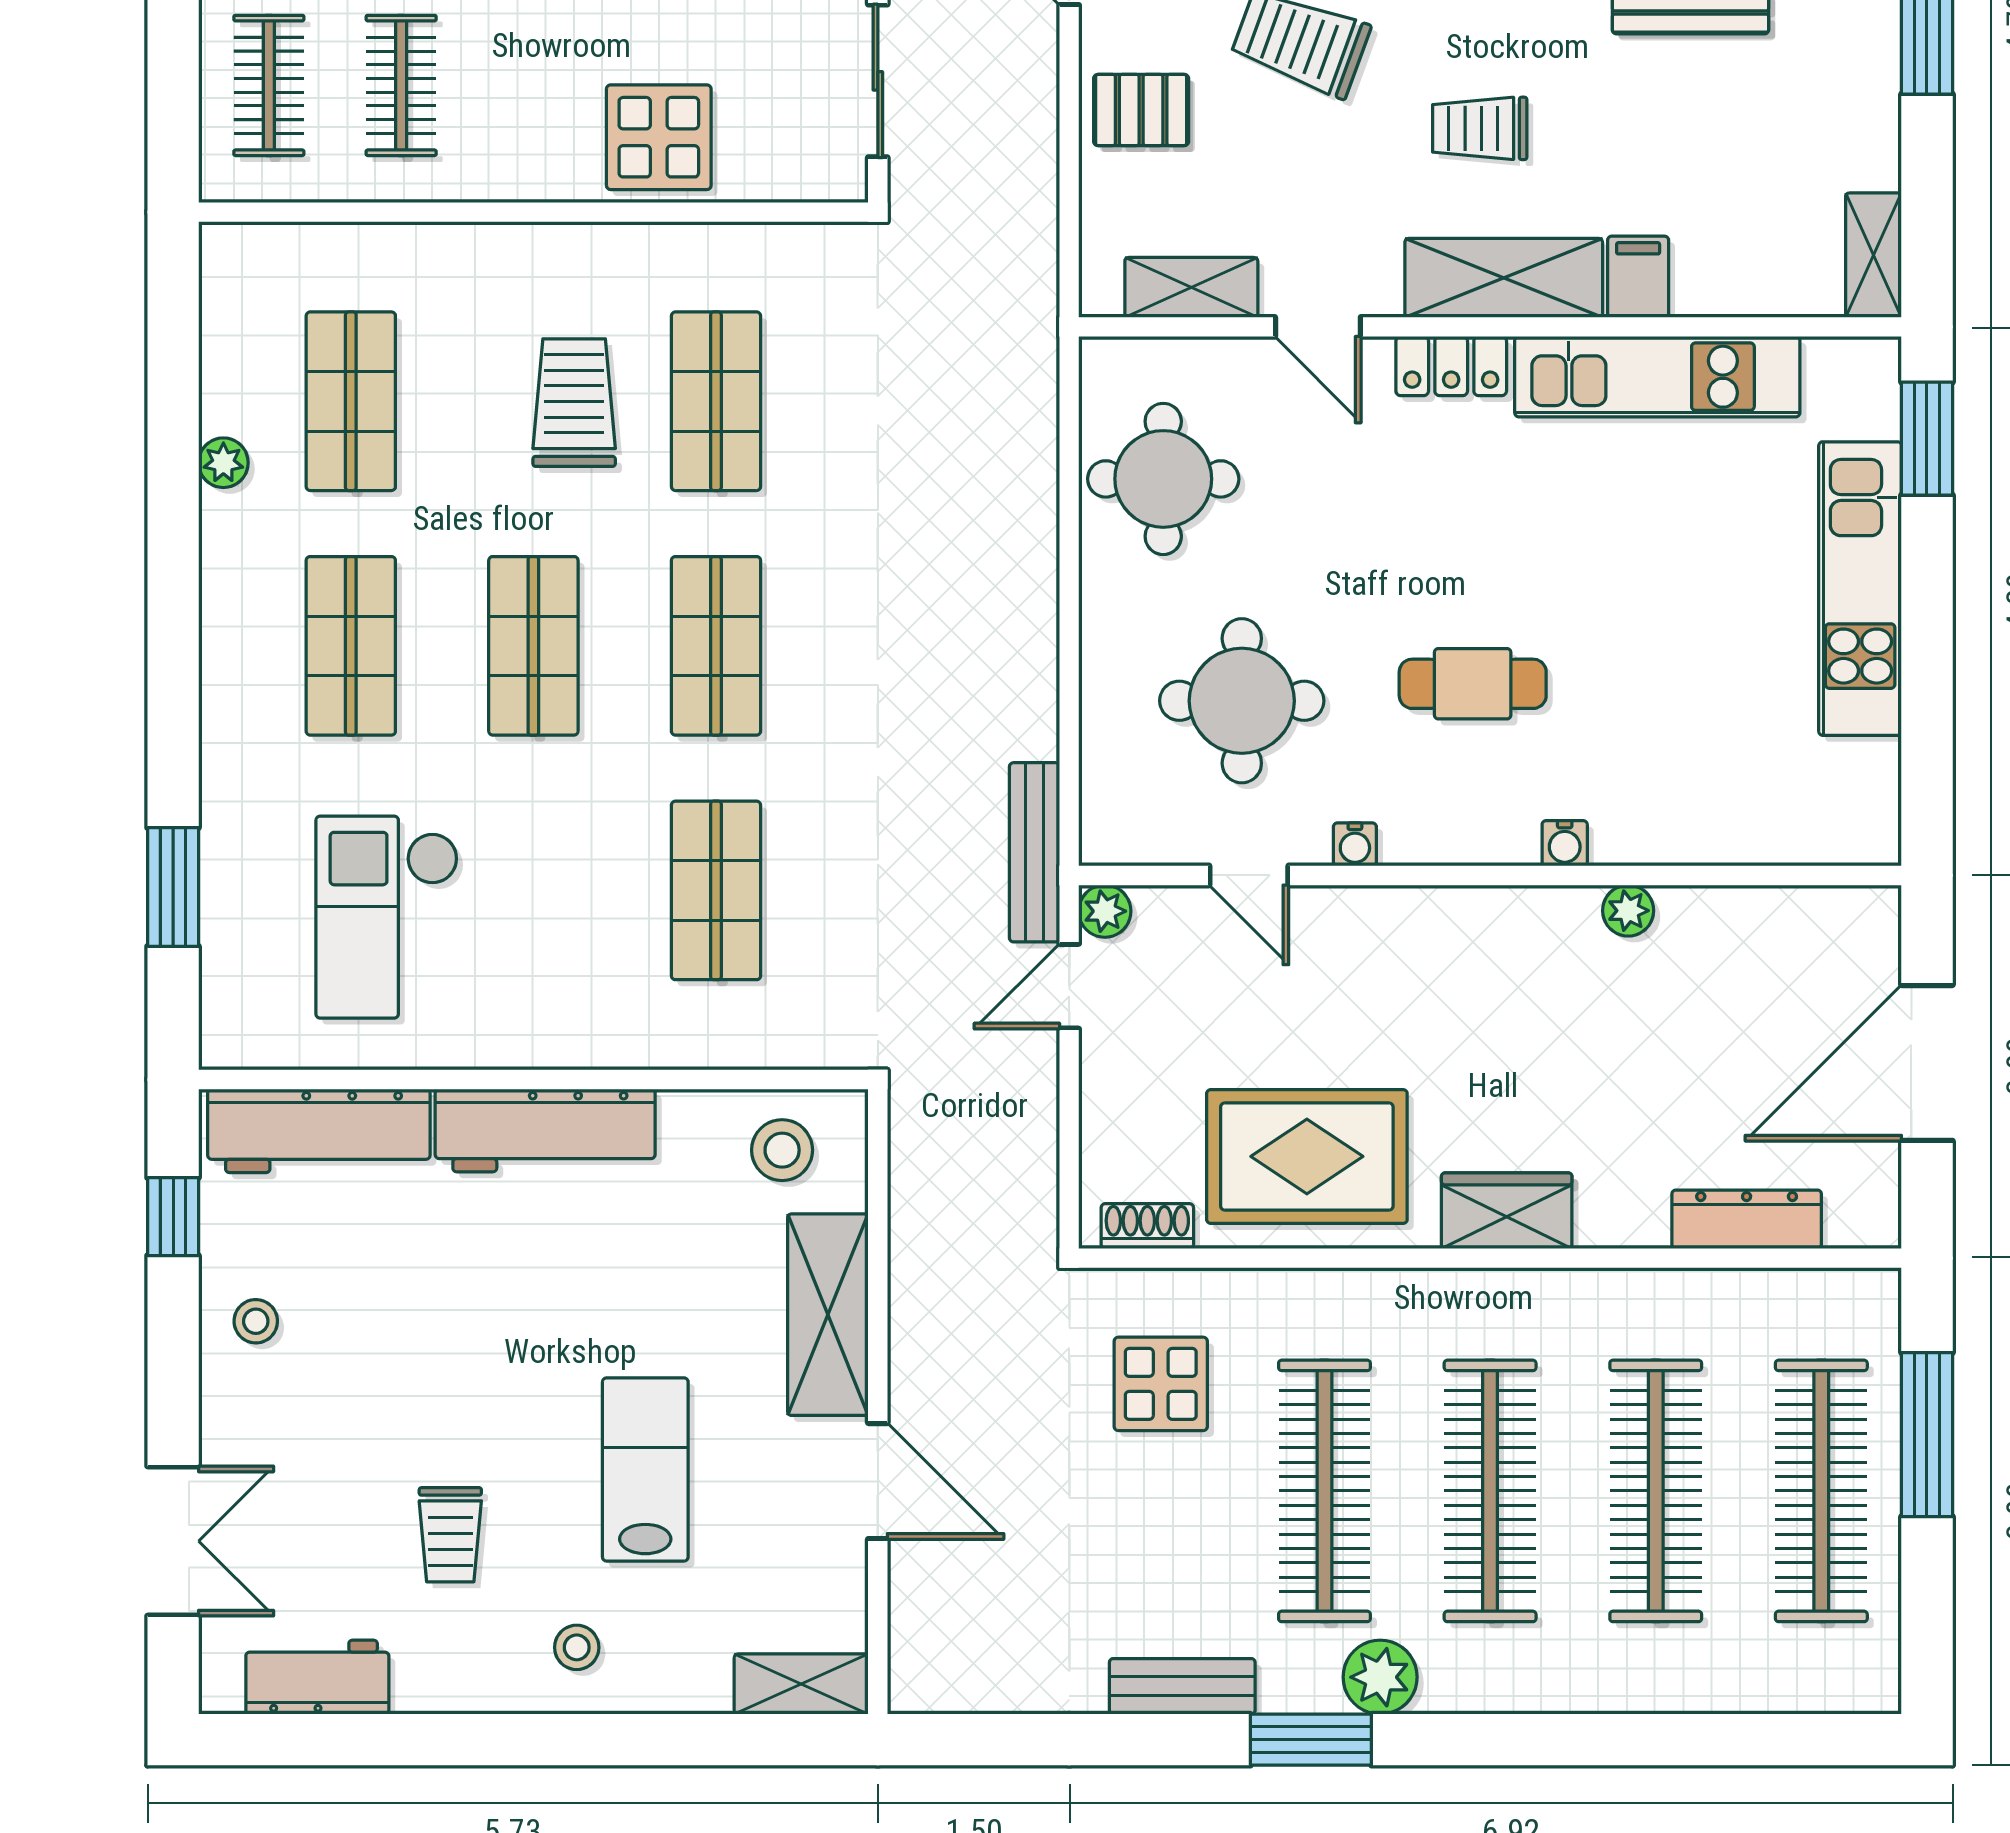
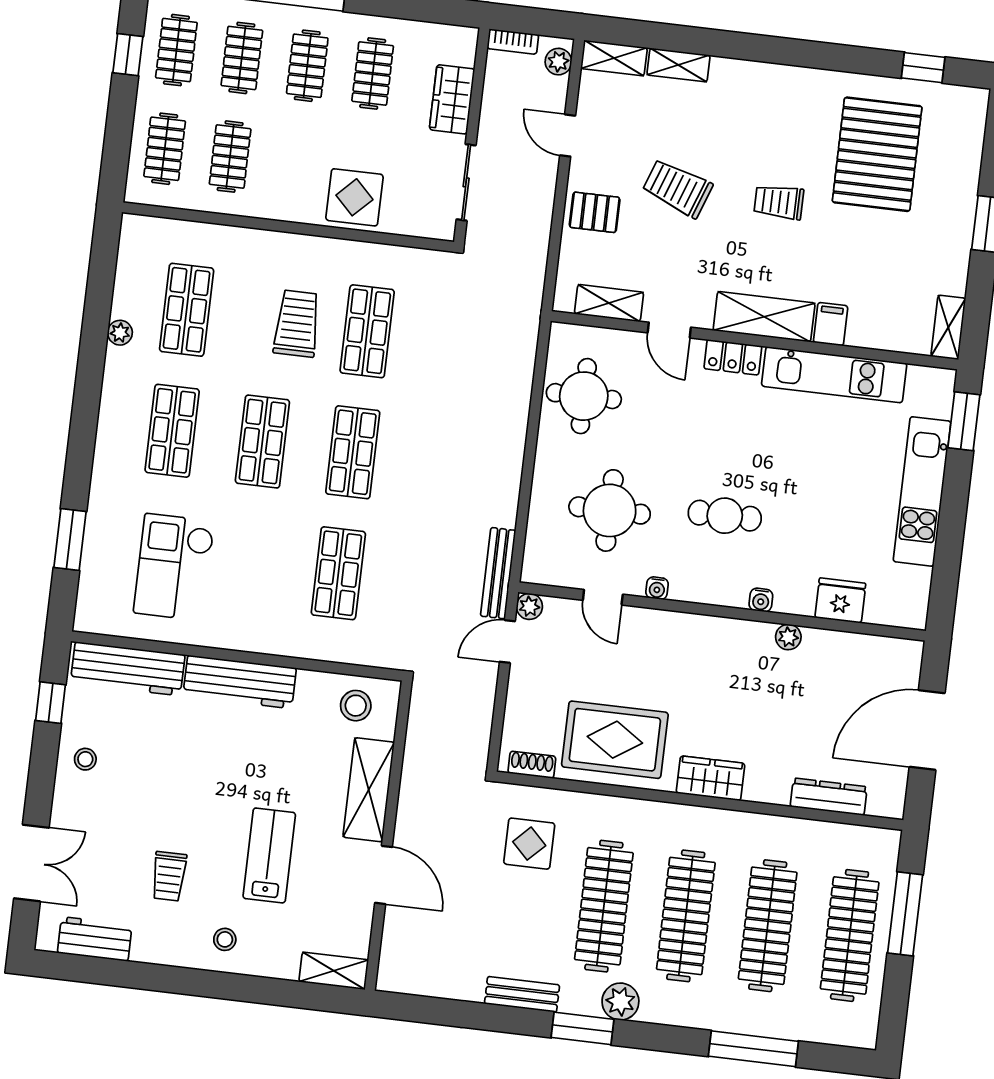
trolley: (1480, 128) -> (779, 202), moved
fridge: (1723, 825) -> (840, 600), added
window: (1656, 1740) -> (753, 1049), added

